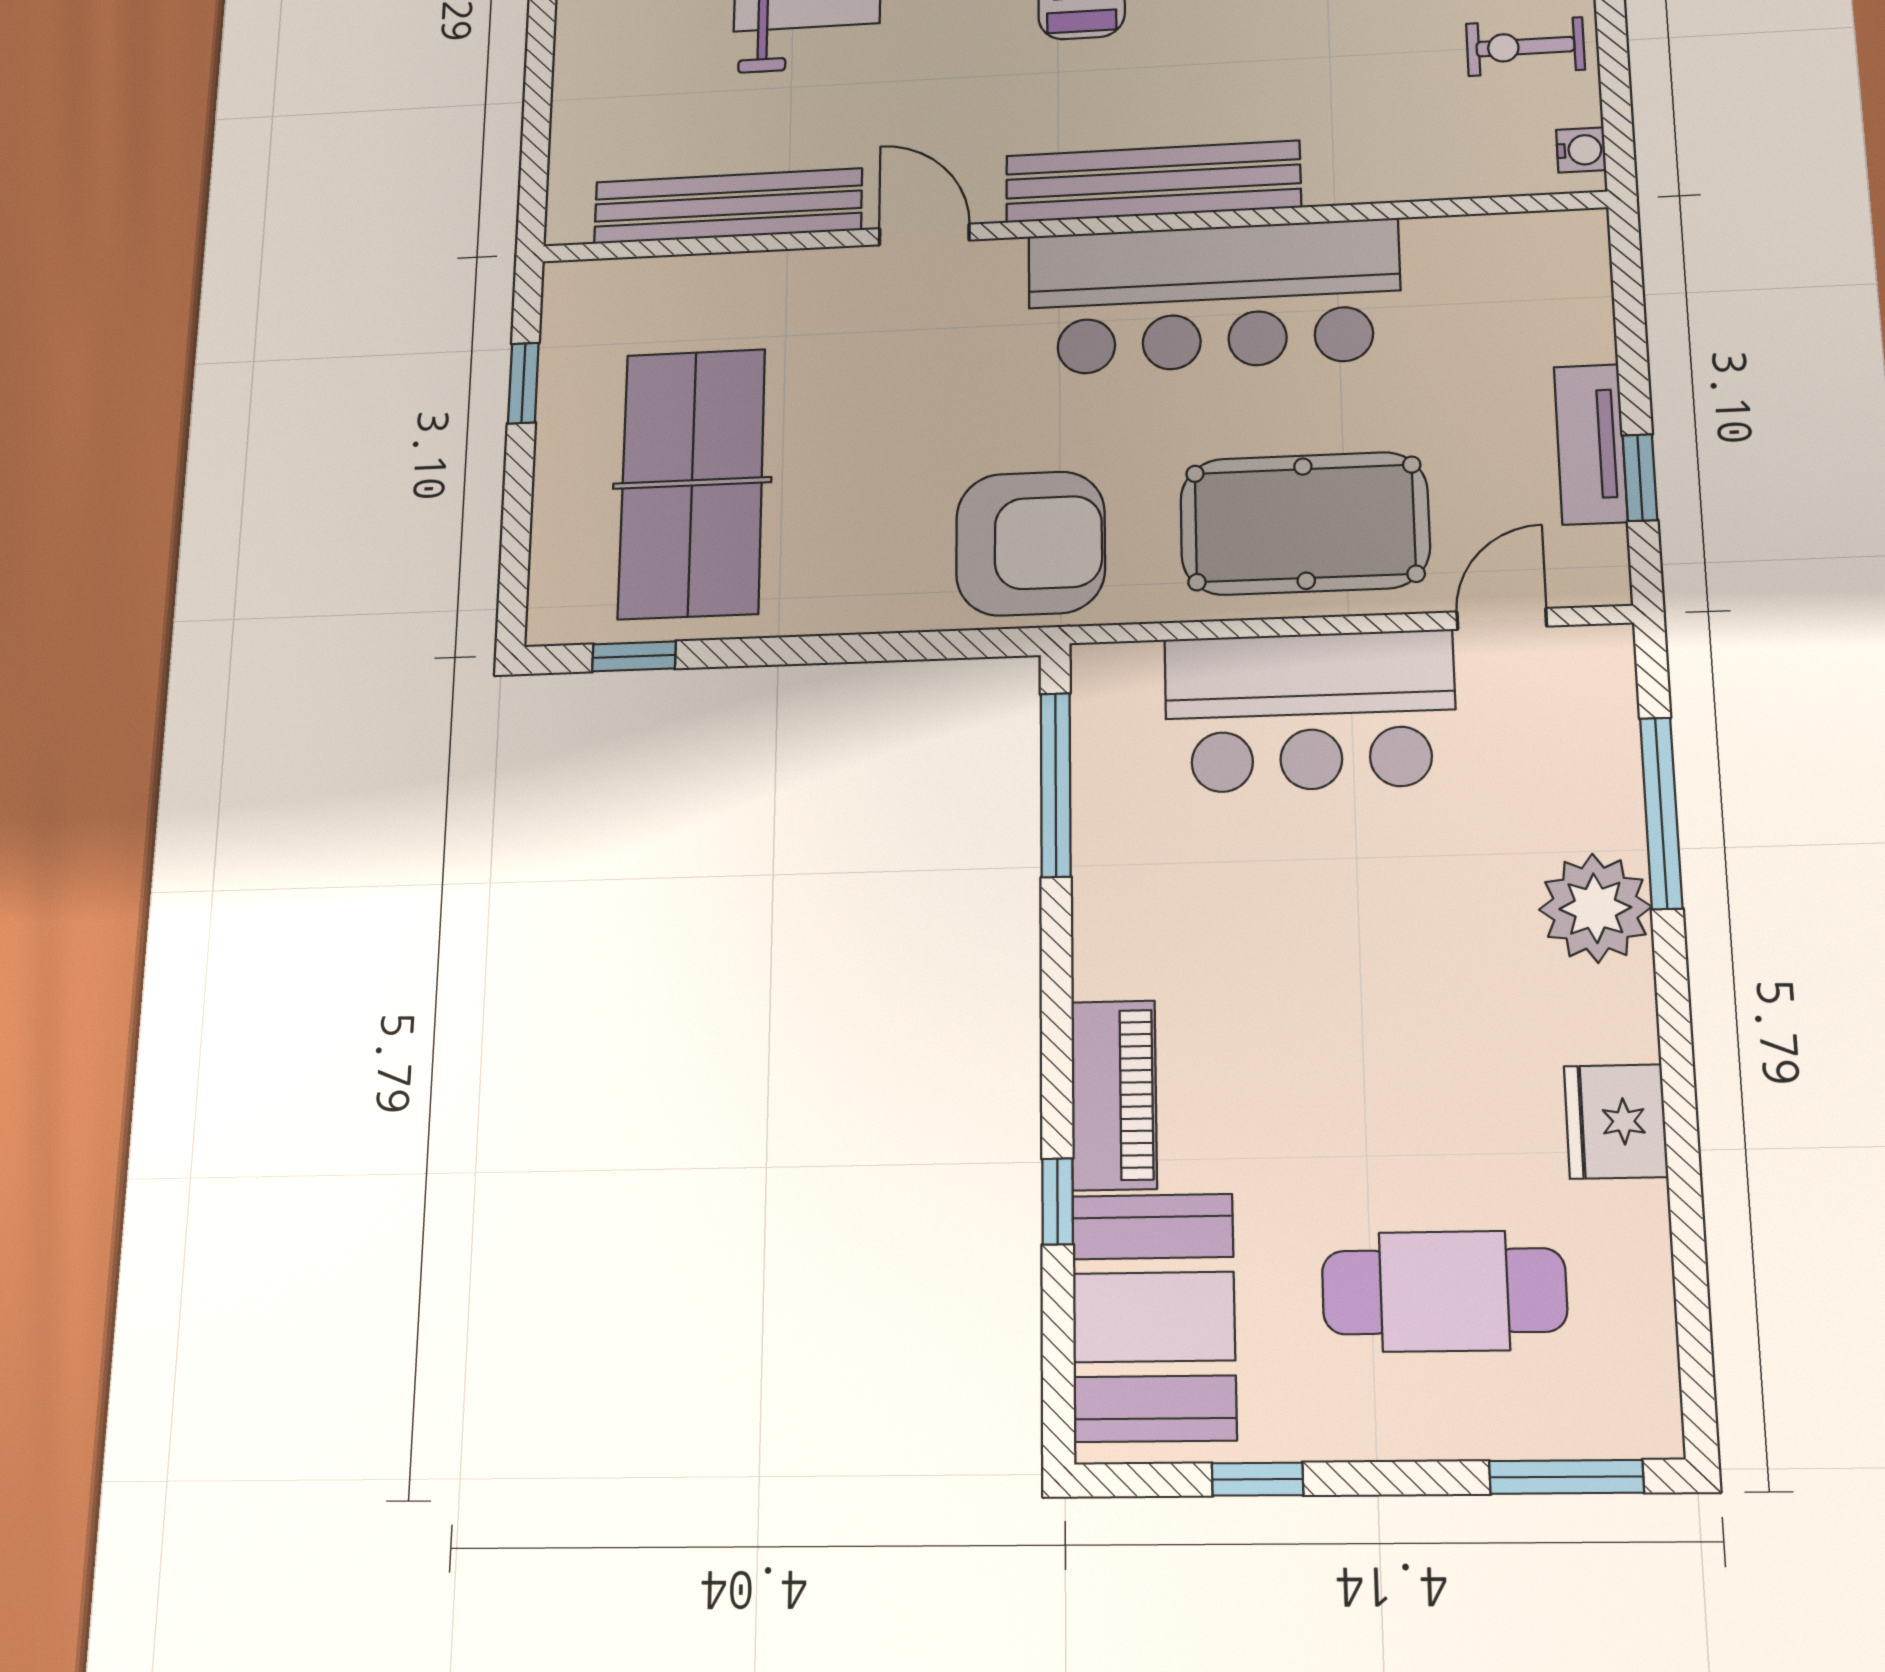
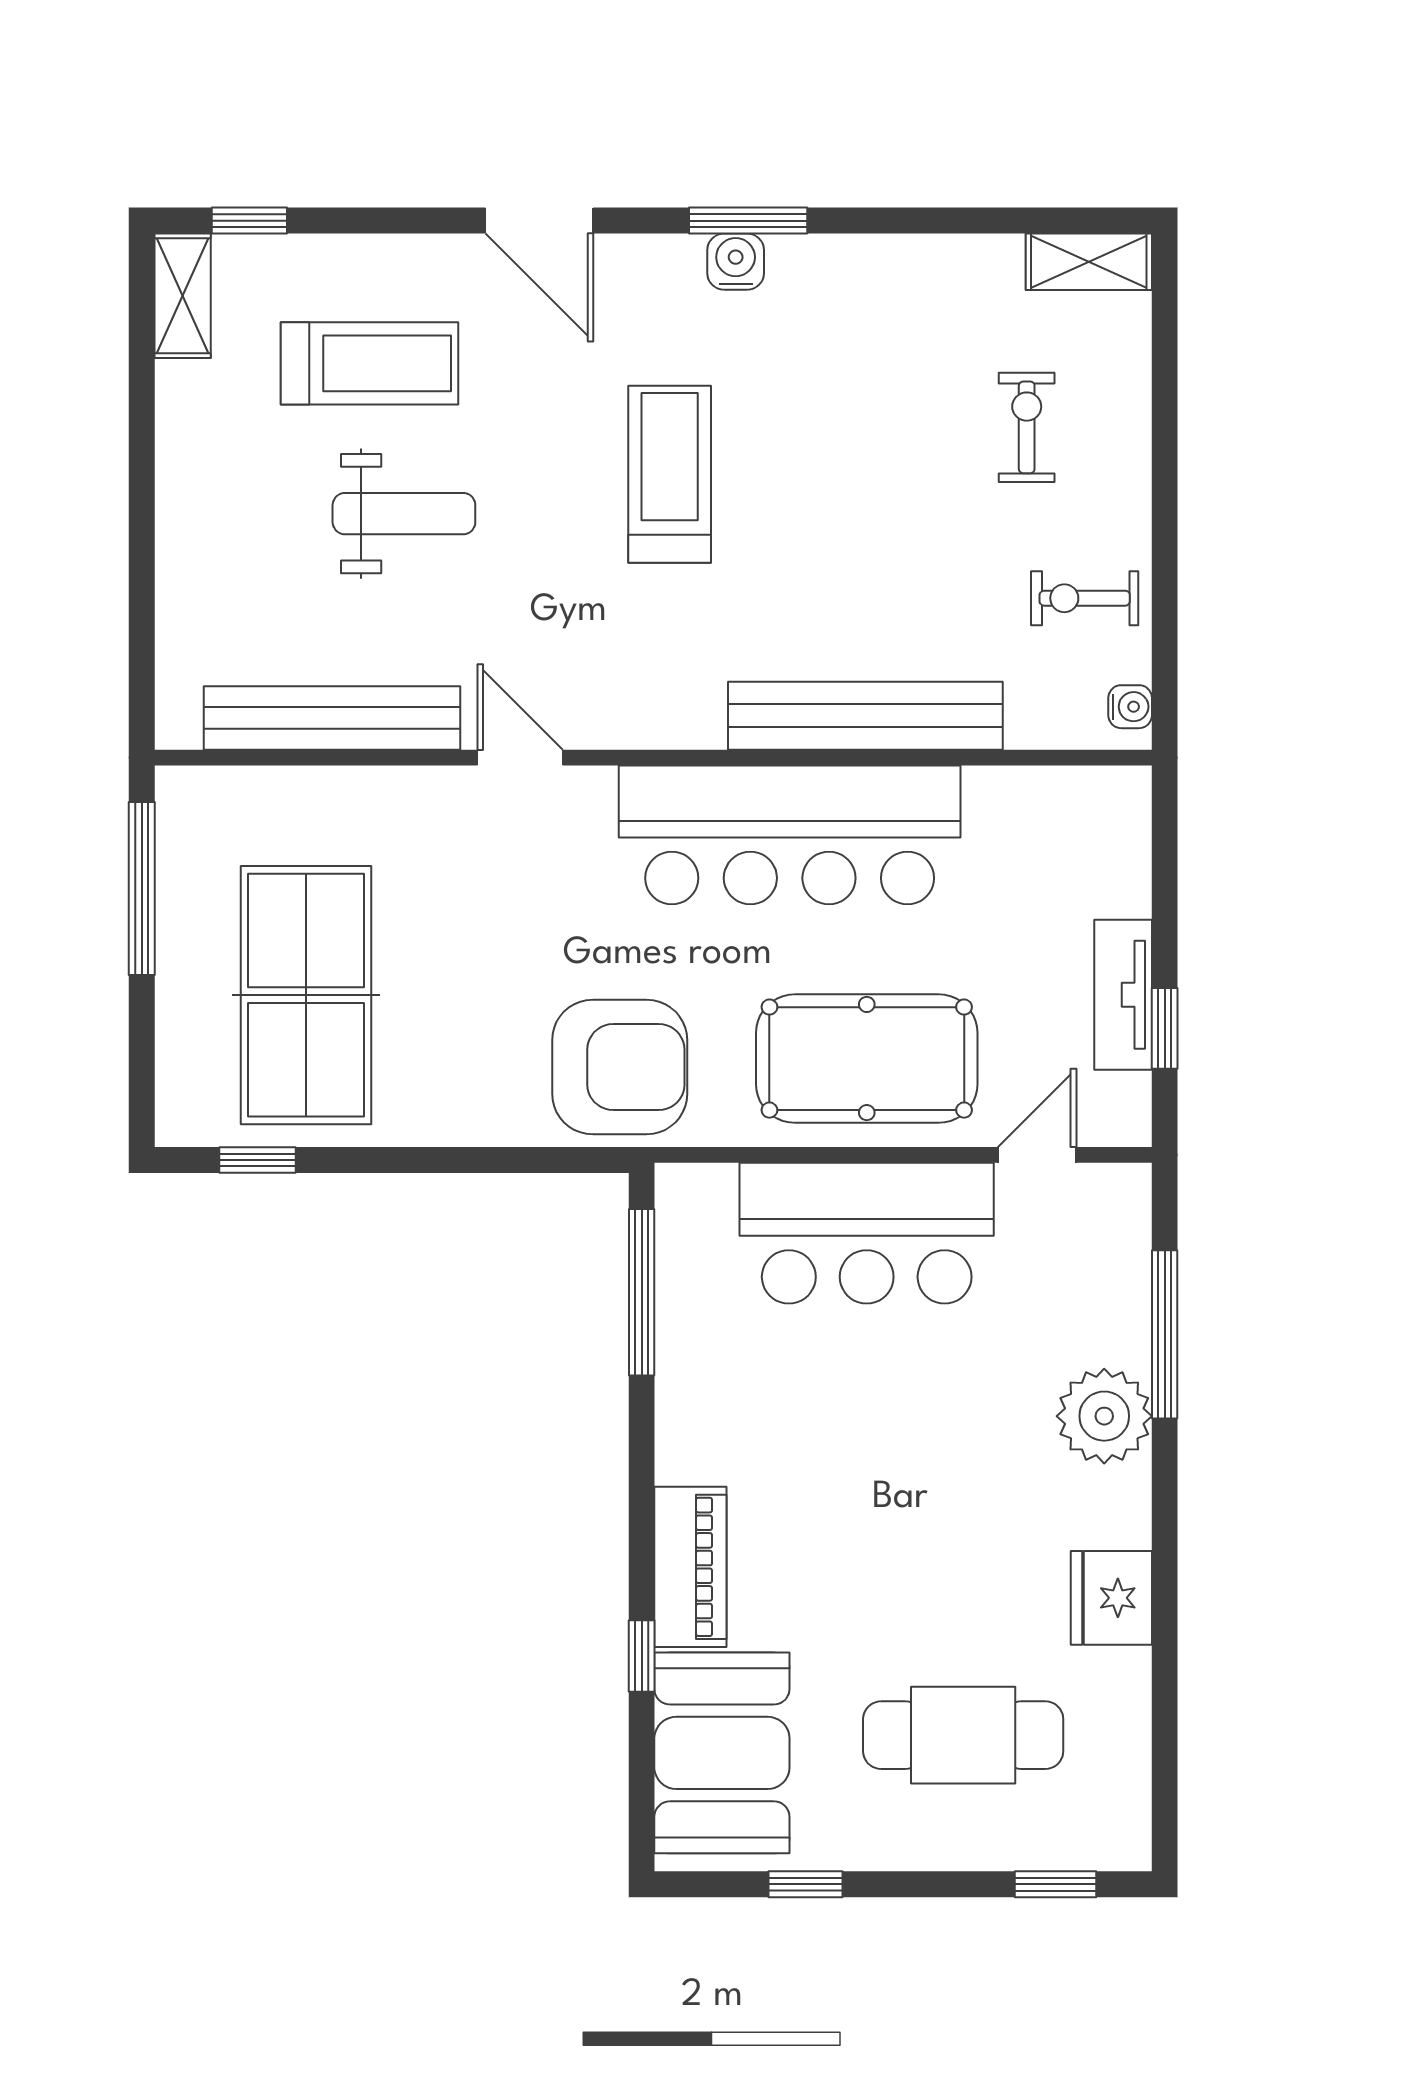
bench: (1153, 182) -> (865, 716), moved
window: (523, 383) -> (142, 888), width x2.17
window: (1566, 1477) -> (1055, 1884), width x0.67

